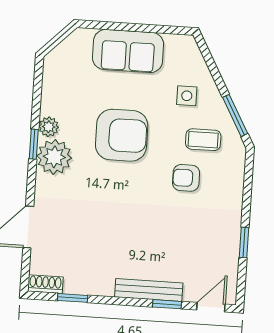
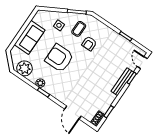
armchair: (122, 135) -> (59, 58), turned -90
plant: (54, 157) -> (24, 68), moved

